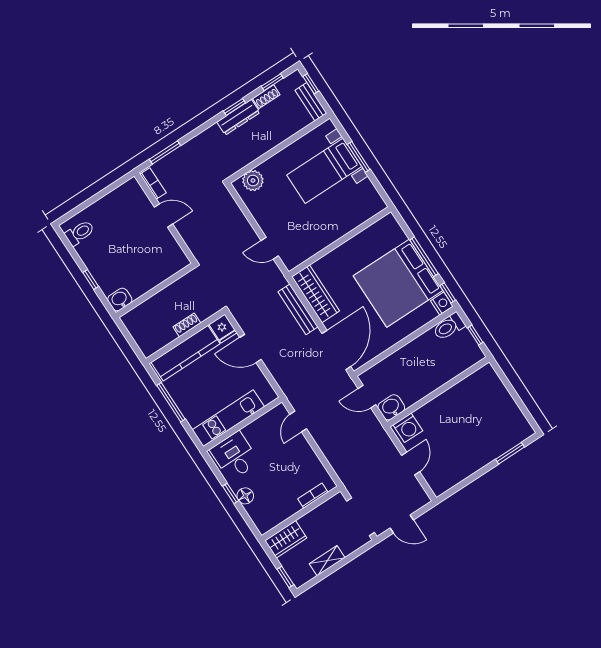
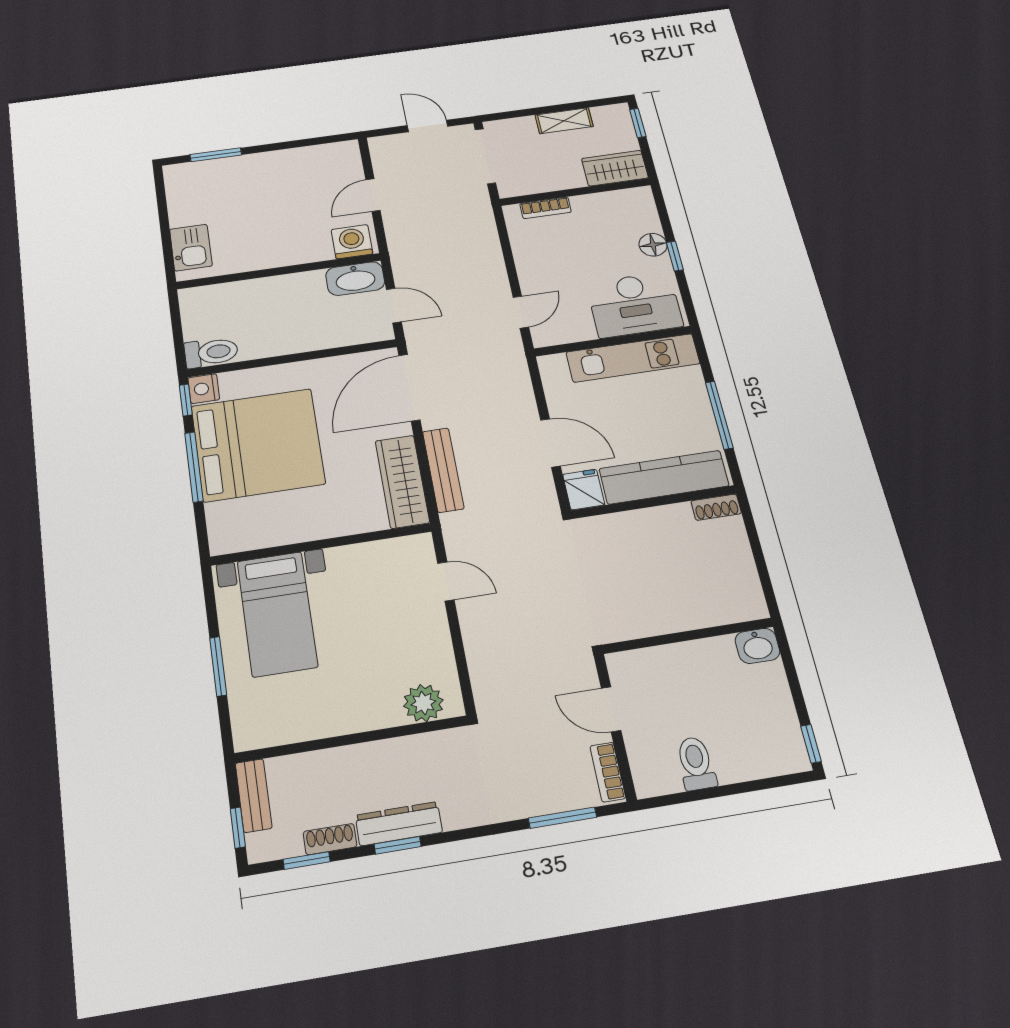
bed with nightstands: (324, 171) -> (277, 614), moved, turned 90
toilet: (80, 233) -> (696, 763), moved, turned 90
window: (91, 279) -> (811, 744), moved
wall: (155, 290) -> (688, 636), moved
washbasin: (120, 300) -> (757, 646), moved
shoe rack: (187, 325) -> (716, 507), moved
window: (475, 335) -> (177, 325), removed
kitchen sink: (493, 386) -> (191, 248), added
washbasin: (391, 407) -> (355, 279), width x1.38
desk: (235, 456) -> (634, 305), width x1.37

